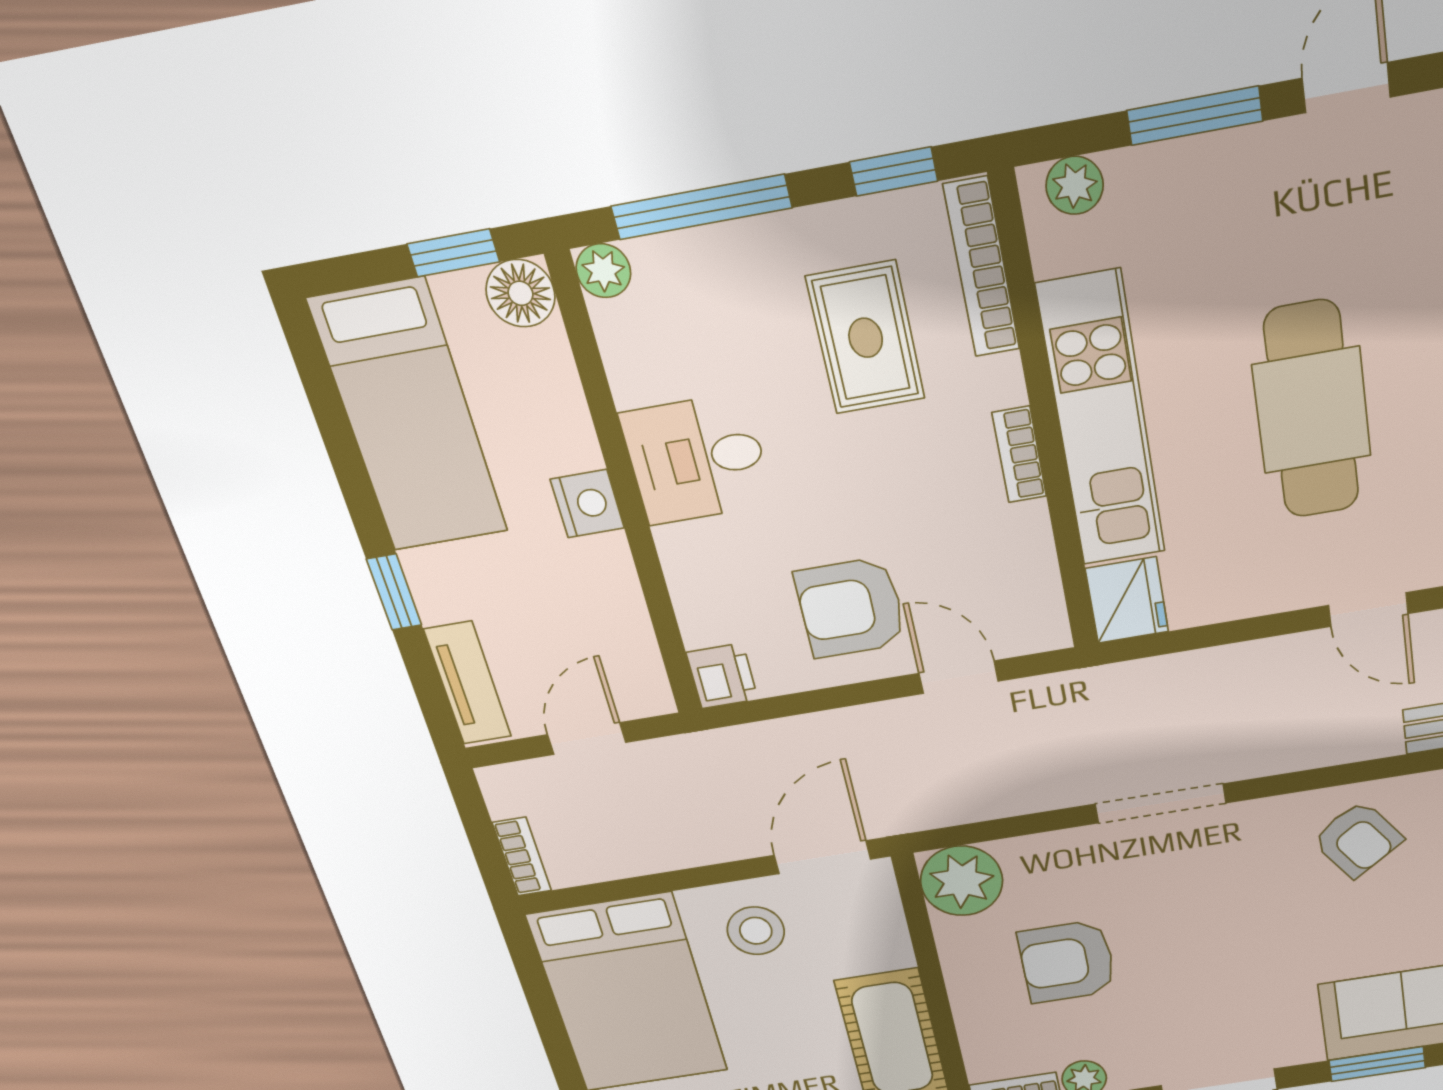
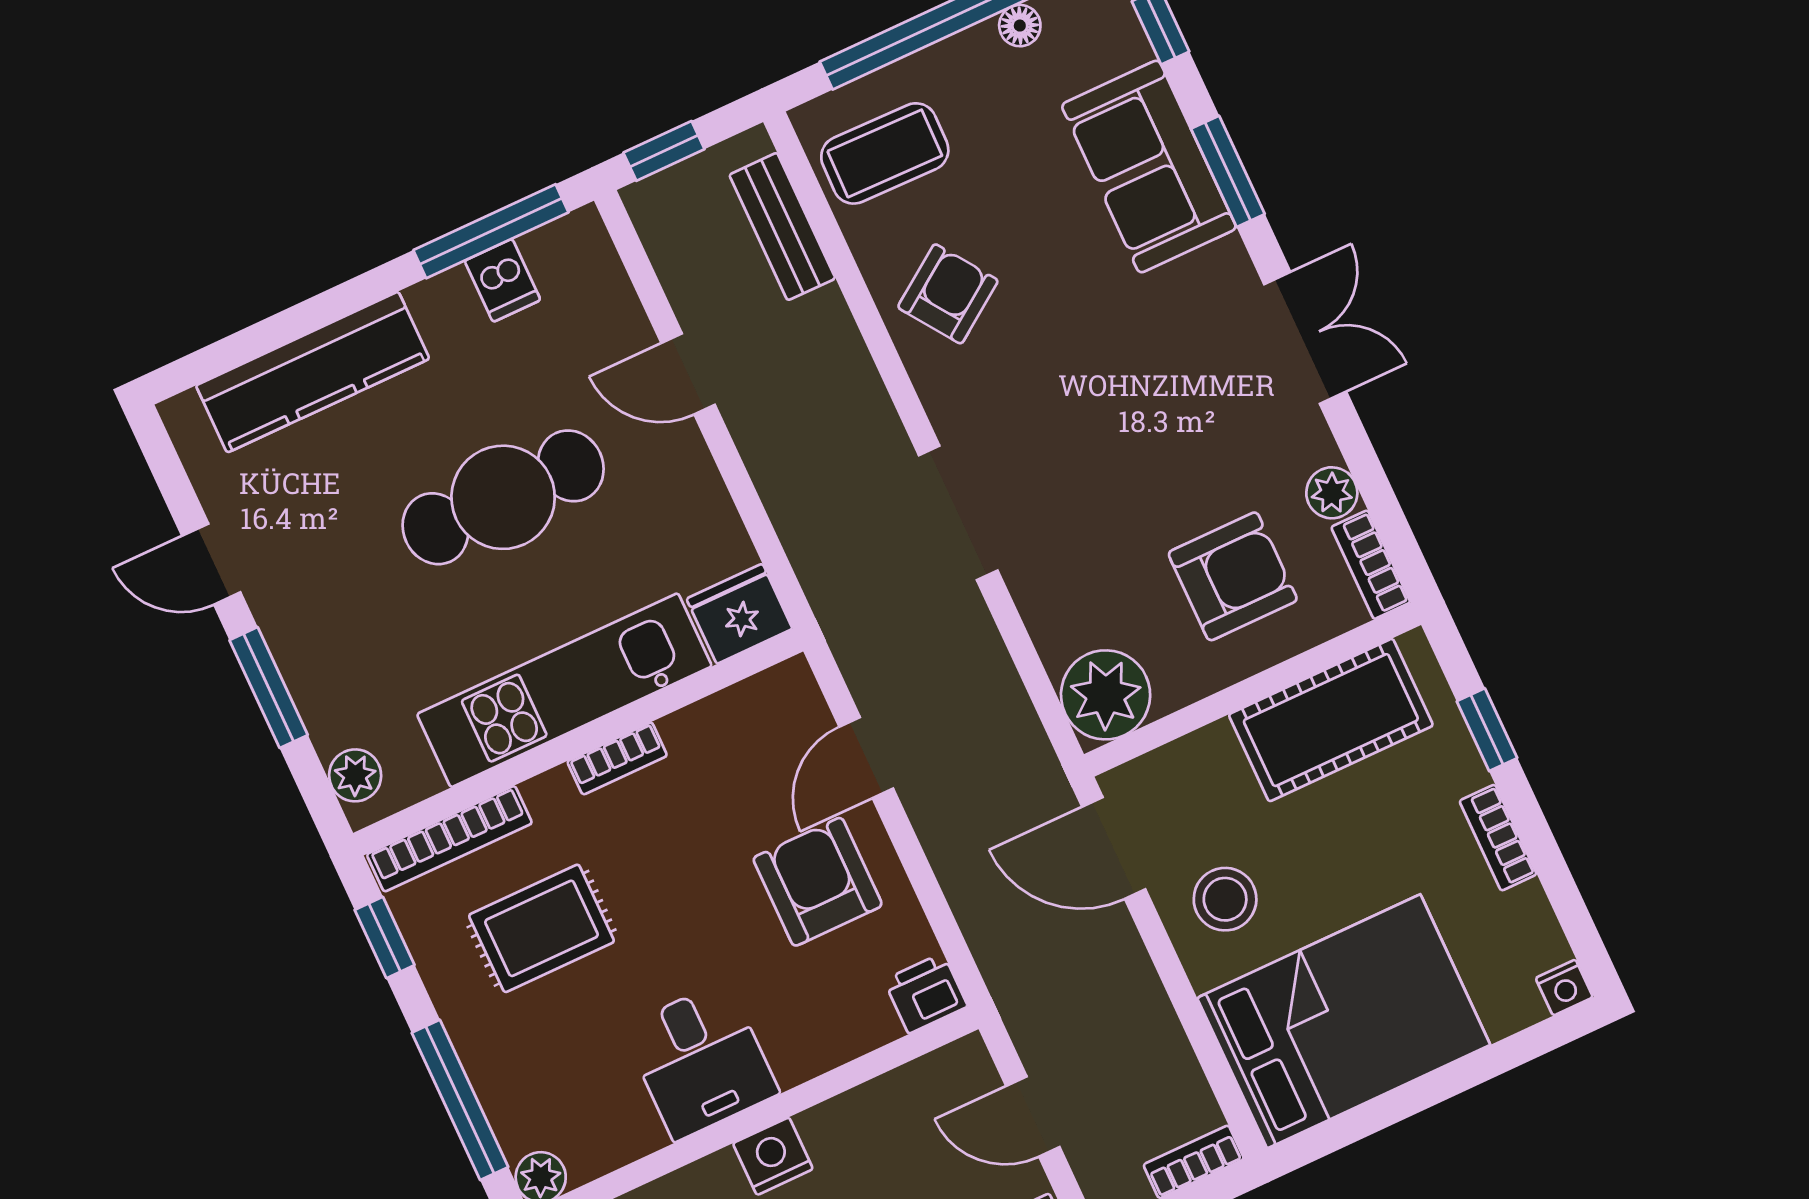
armchair: (851, 608) -> (818, 882), turned 180
door: (1368, 610) -> (688, 374), swing flipped
armchair: (1067, 962) -> (1233, 576), moved, turned -90

